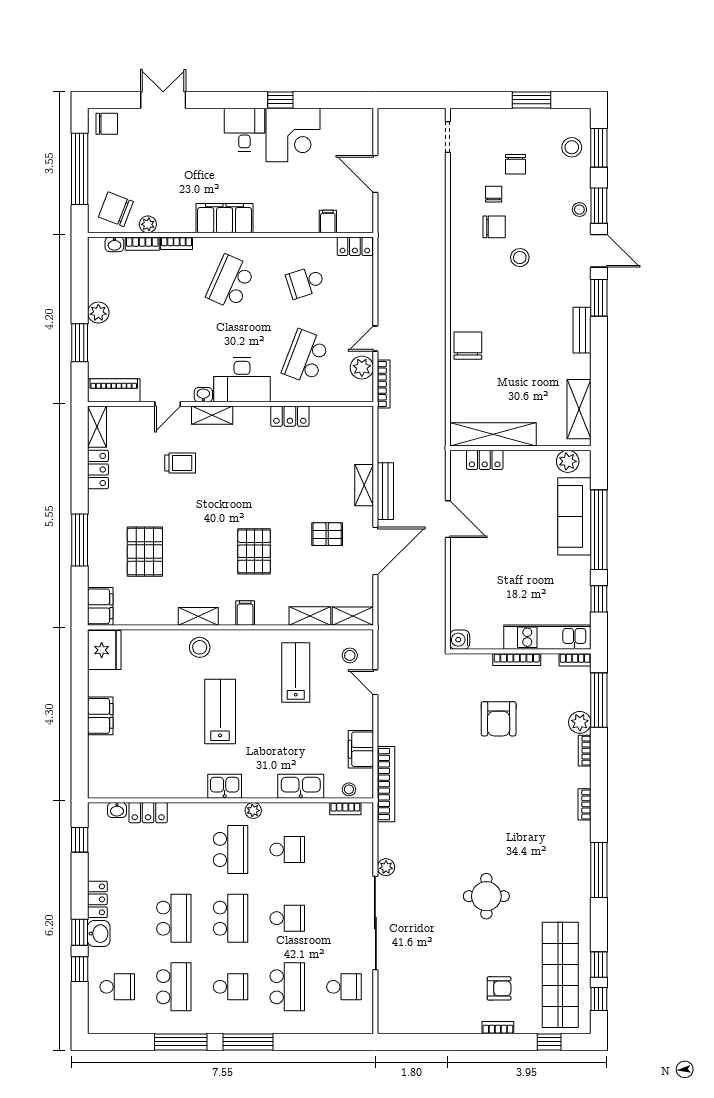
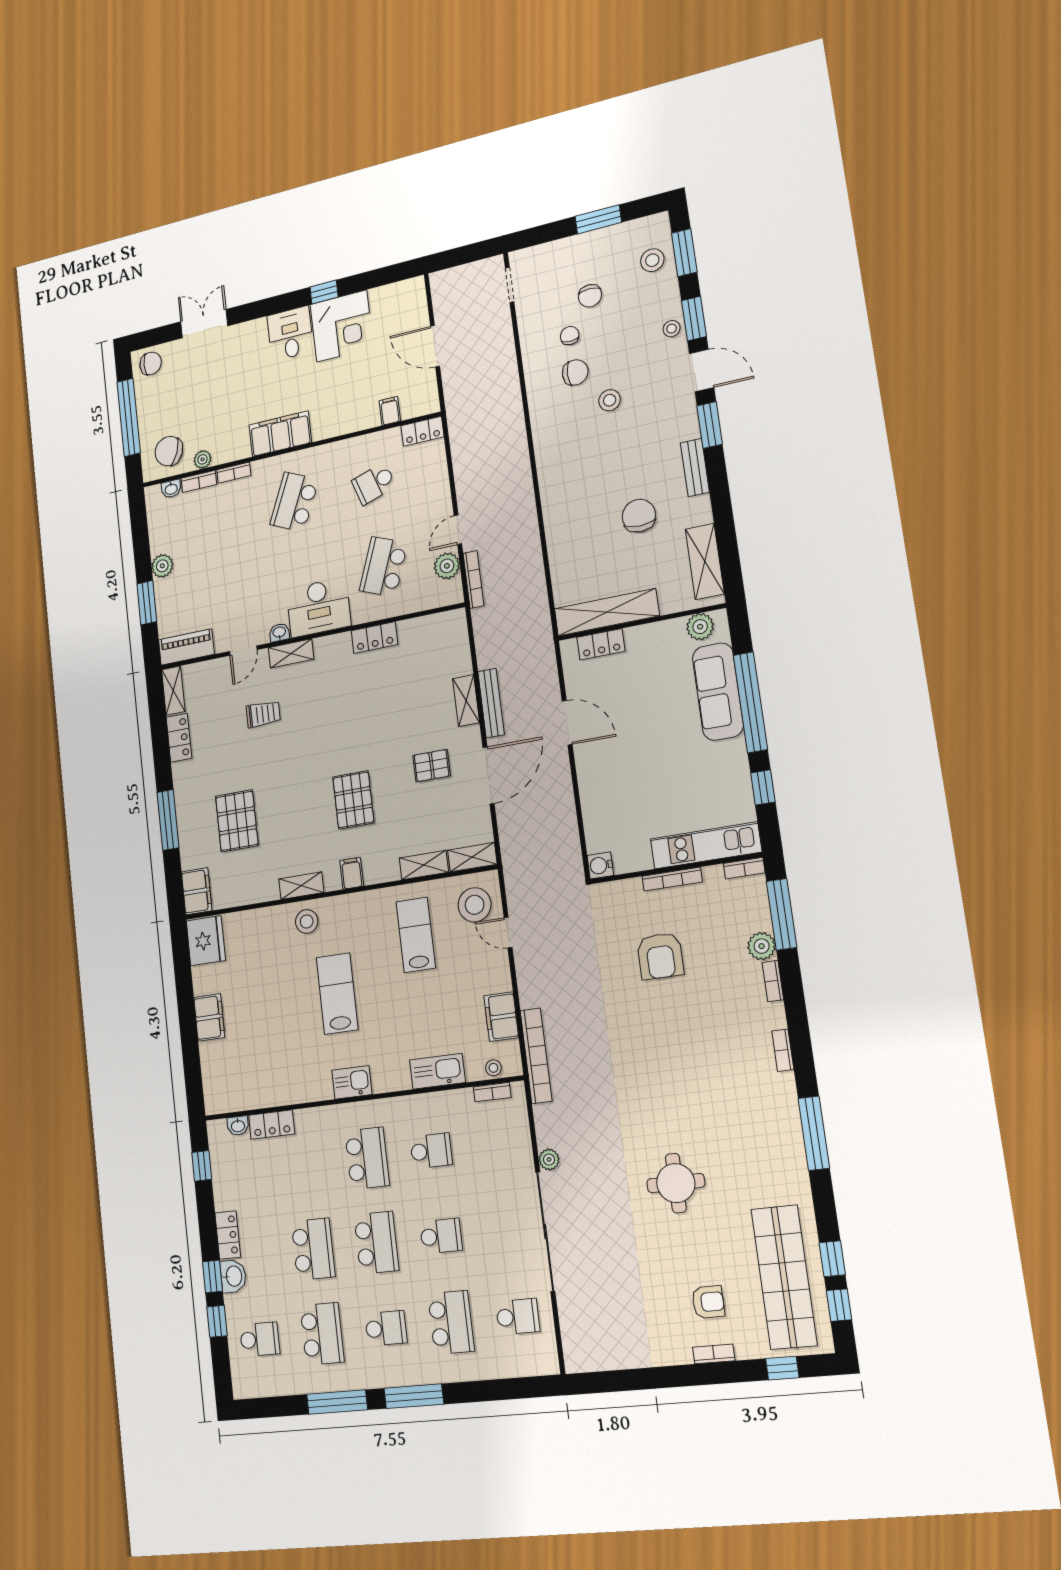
chair: (468, 346) -> (639, 516), moved
stool: (350, 655) -> (475, 905), width x1.89, depth x1.89
plant: (253, 811) -> (387, 1108), removed

